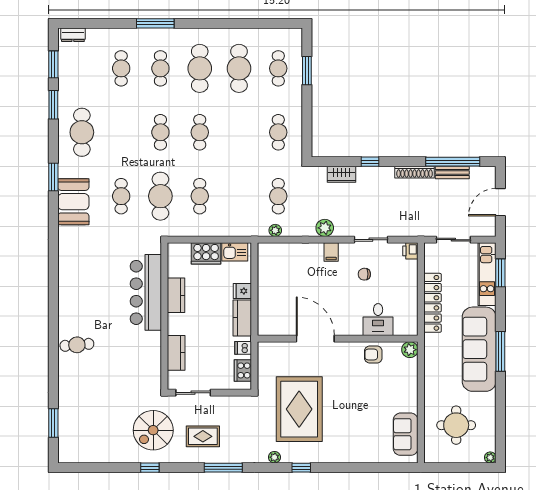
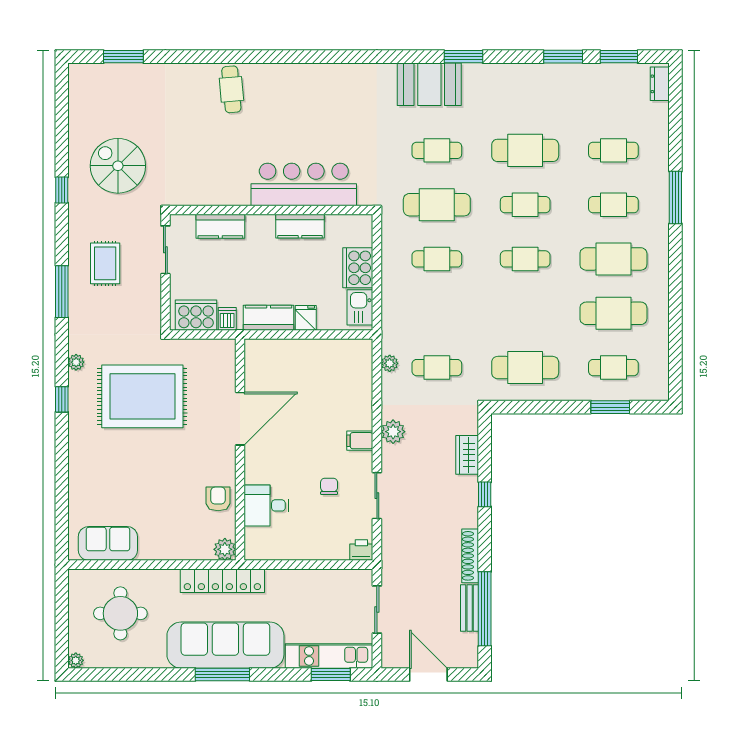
cafe table: (82, 132) -> (525, 150), moved
cafe table: (278, 132) -> (525, 368), width x1.37, depth x1.35
locker: (432, 303) -> (222, 581), moved
cooker: (243, 370) -> (196, 315), width x1.37, depth x1.31
spiral stairs: (153, 430) -> (118, 166), moved

